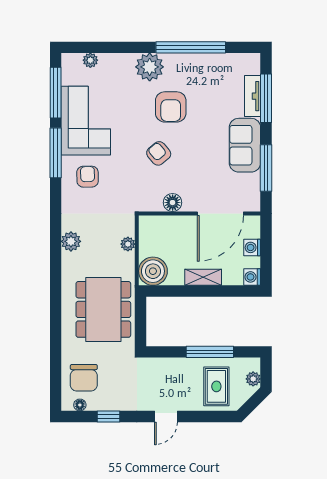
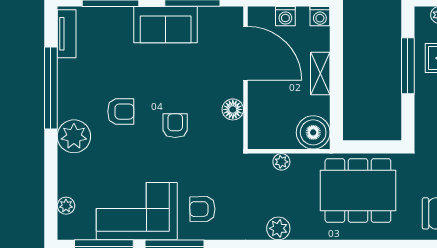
tv unit: (253, 96) -> (67, 34), moved, turned -90
armchair: (171, 107) -> (121, 112), width x0.72, depth x0.72
armchair: (159, 153) -> (175, 126), turned 130

